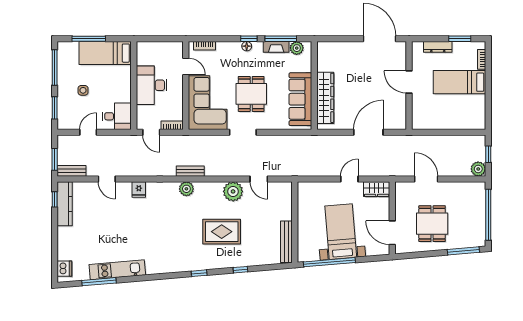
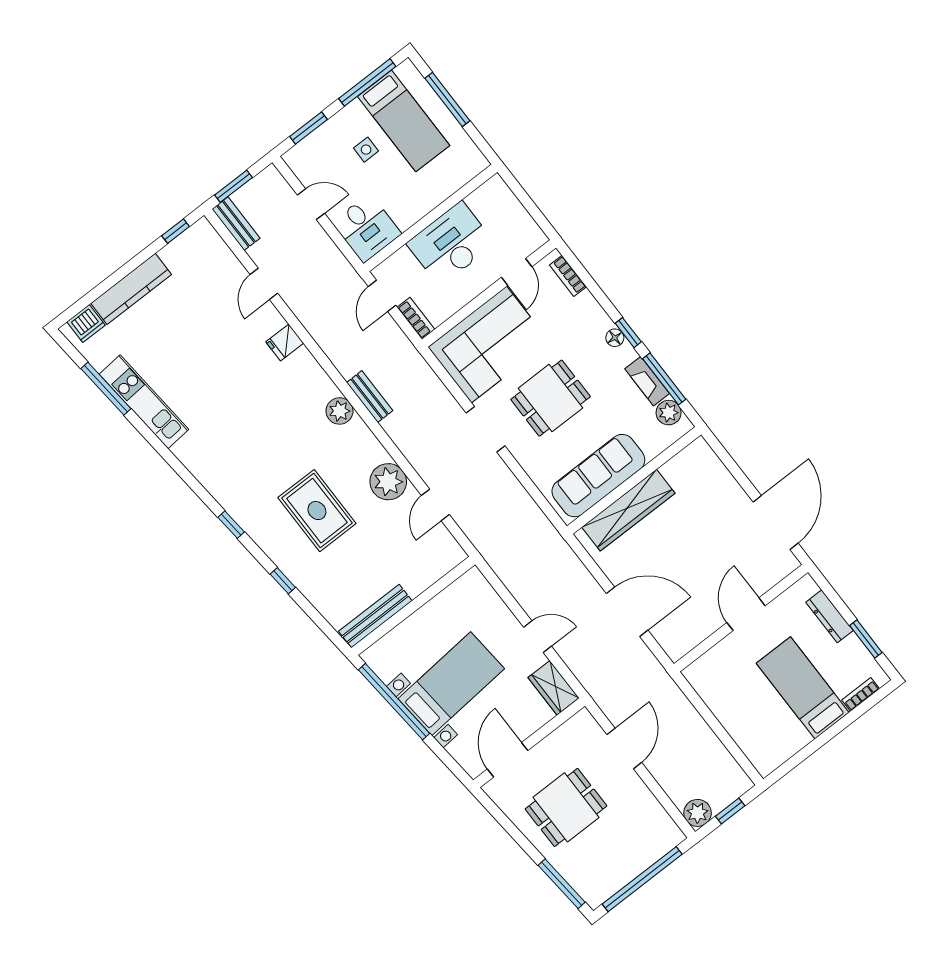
bed: (105, 53) -> (404, 121), moved, turned 180
kitchen counter: (65, 204) -> (131, 289), moved

